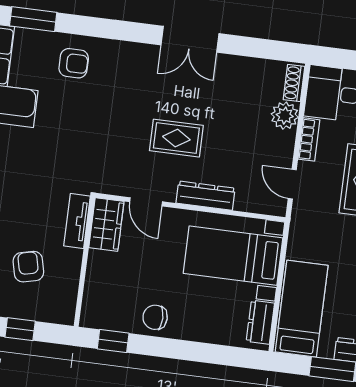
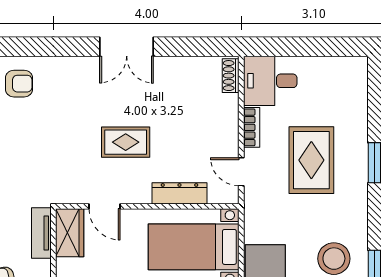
plant: (285, 116) -> (226, 108), removed
dresser: (206, 196) -> (179, 193), moved

